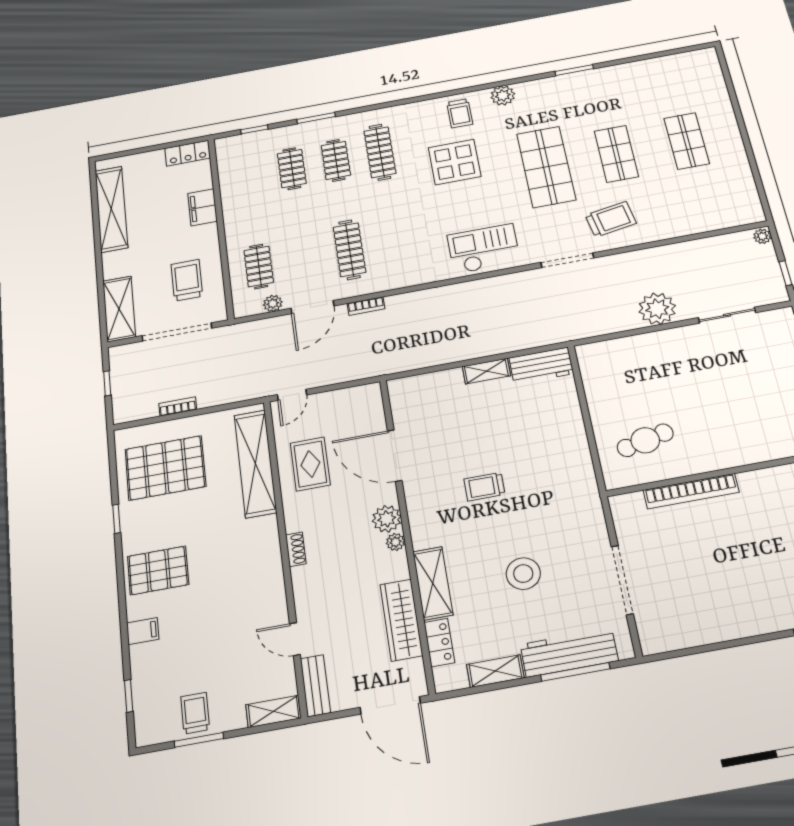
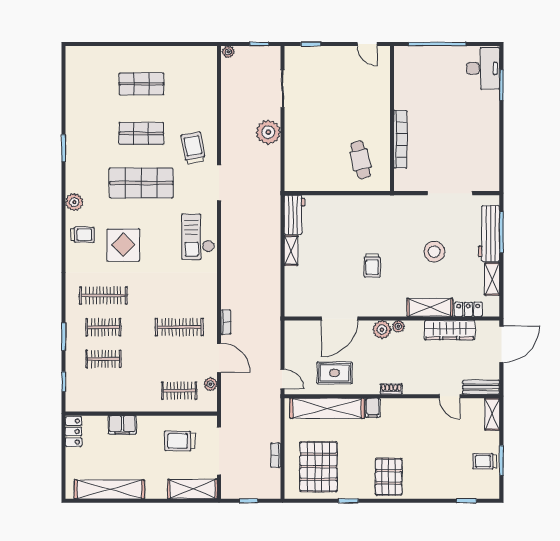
filing cabinet: (143, 631) -> (373, 408), moved, turned 180
door: (295, 639) -> (450, 396), hinge flipped

